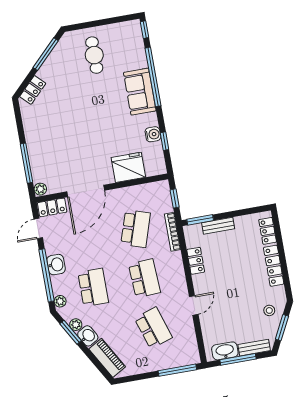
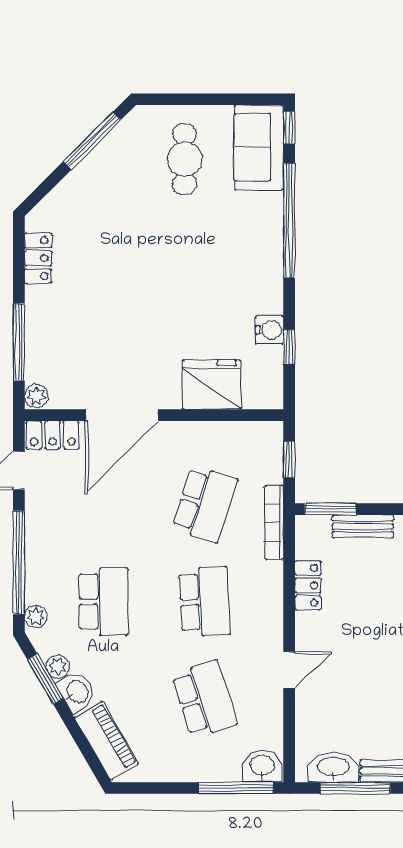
locker: (33, 90) -> (38, 258), moved, turned -45
sofa: (140, 92) -> (259, 147), moved
washbasin: (56, 265) -> (262, 766), moved, turned -90

